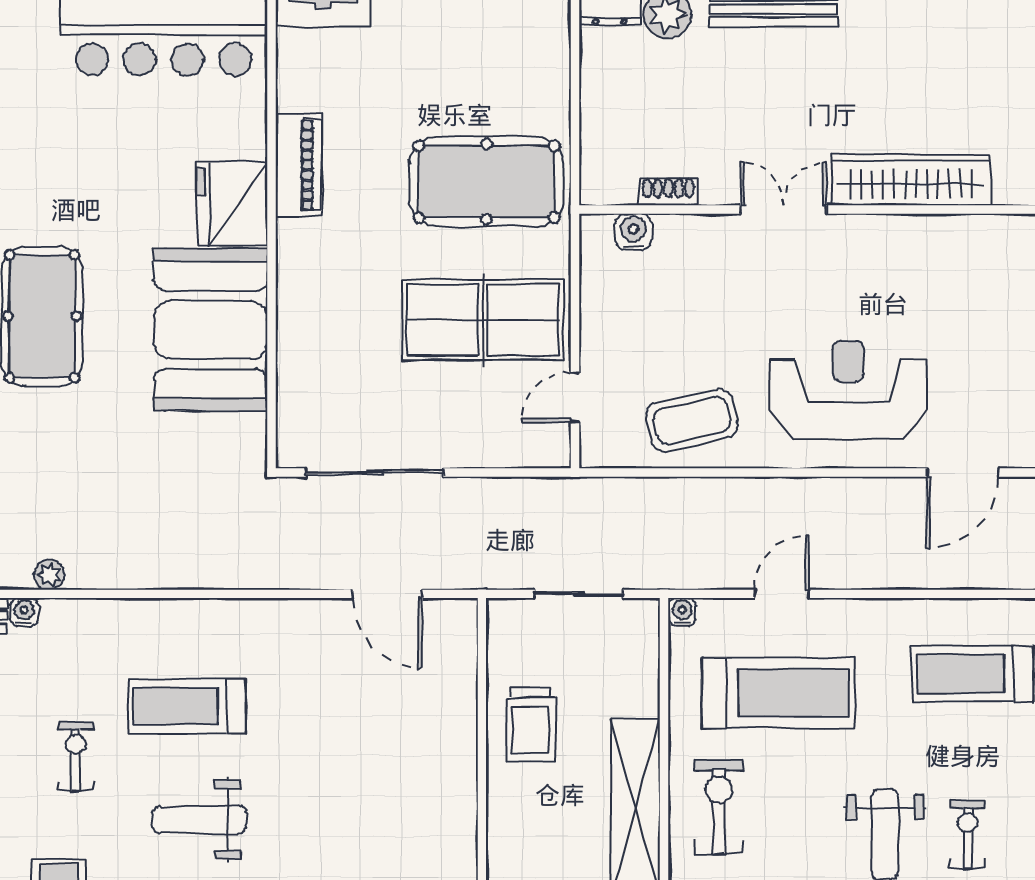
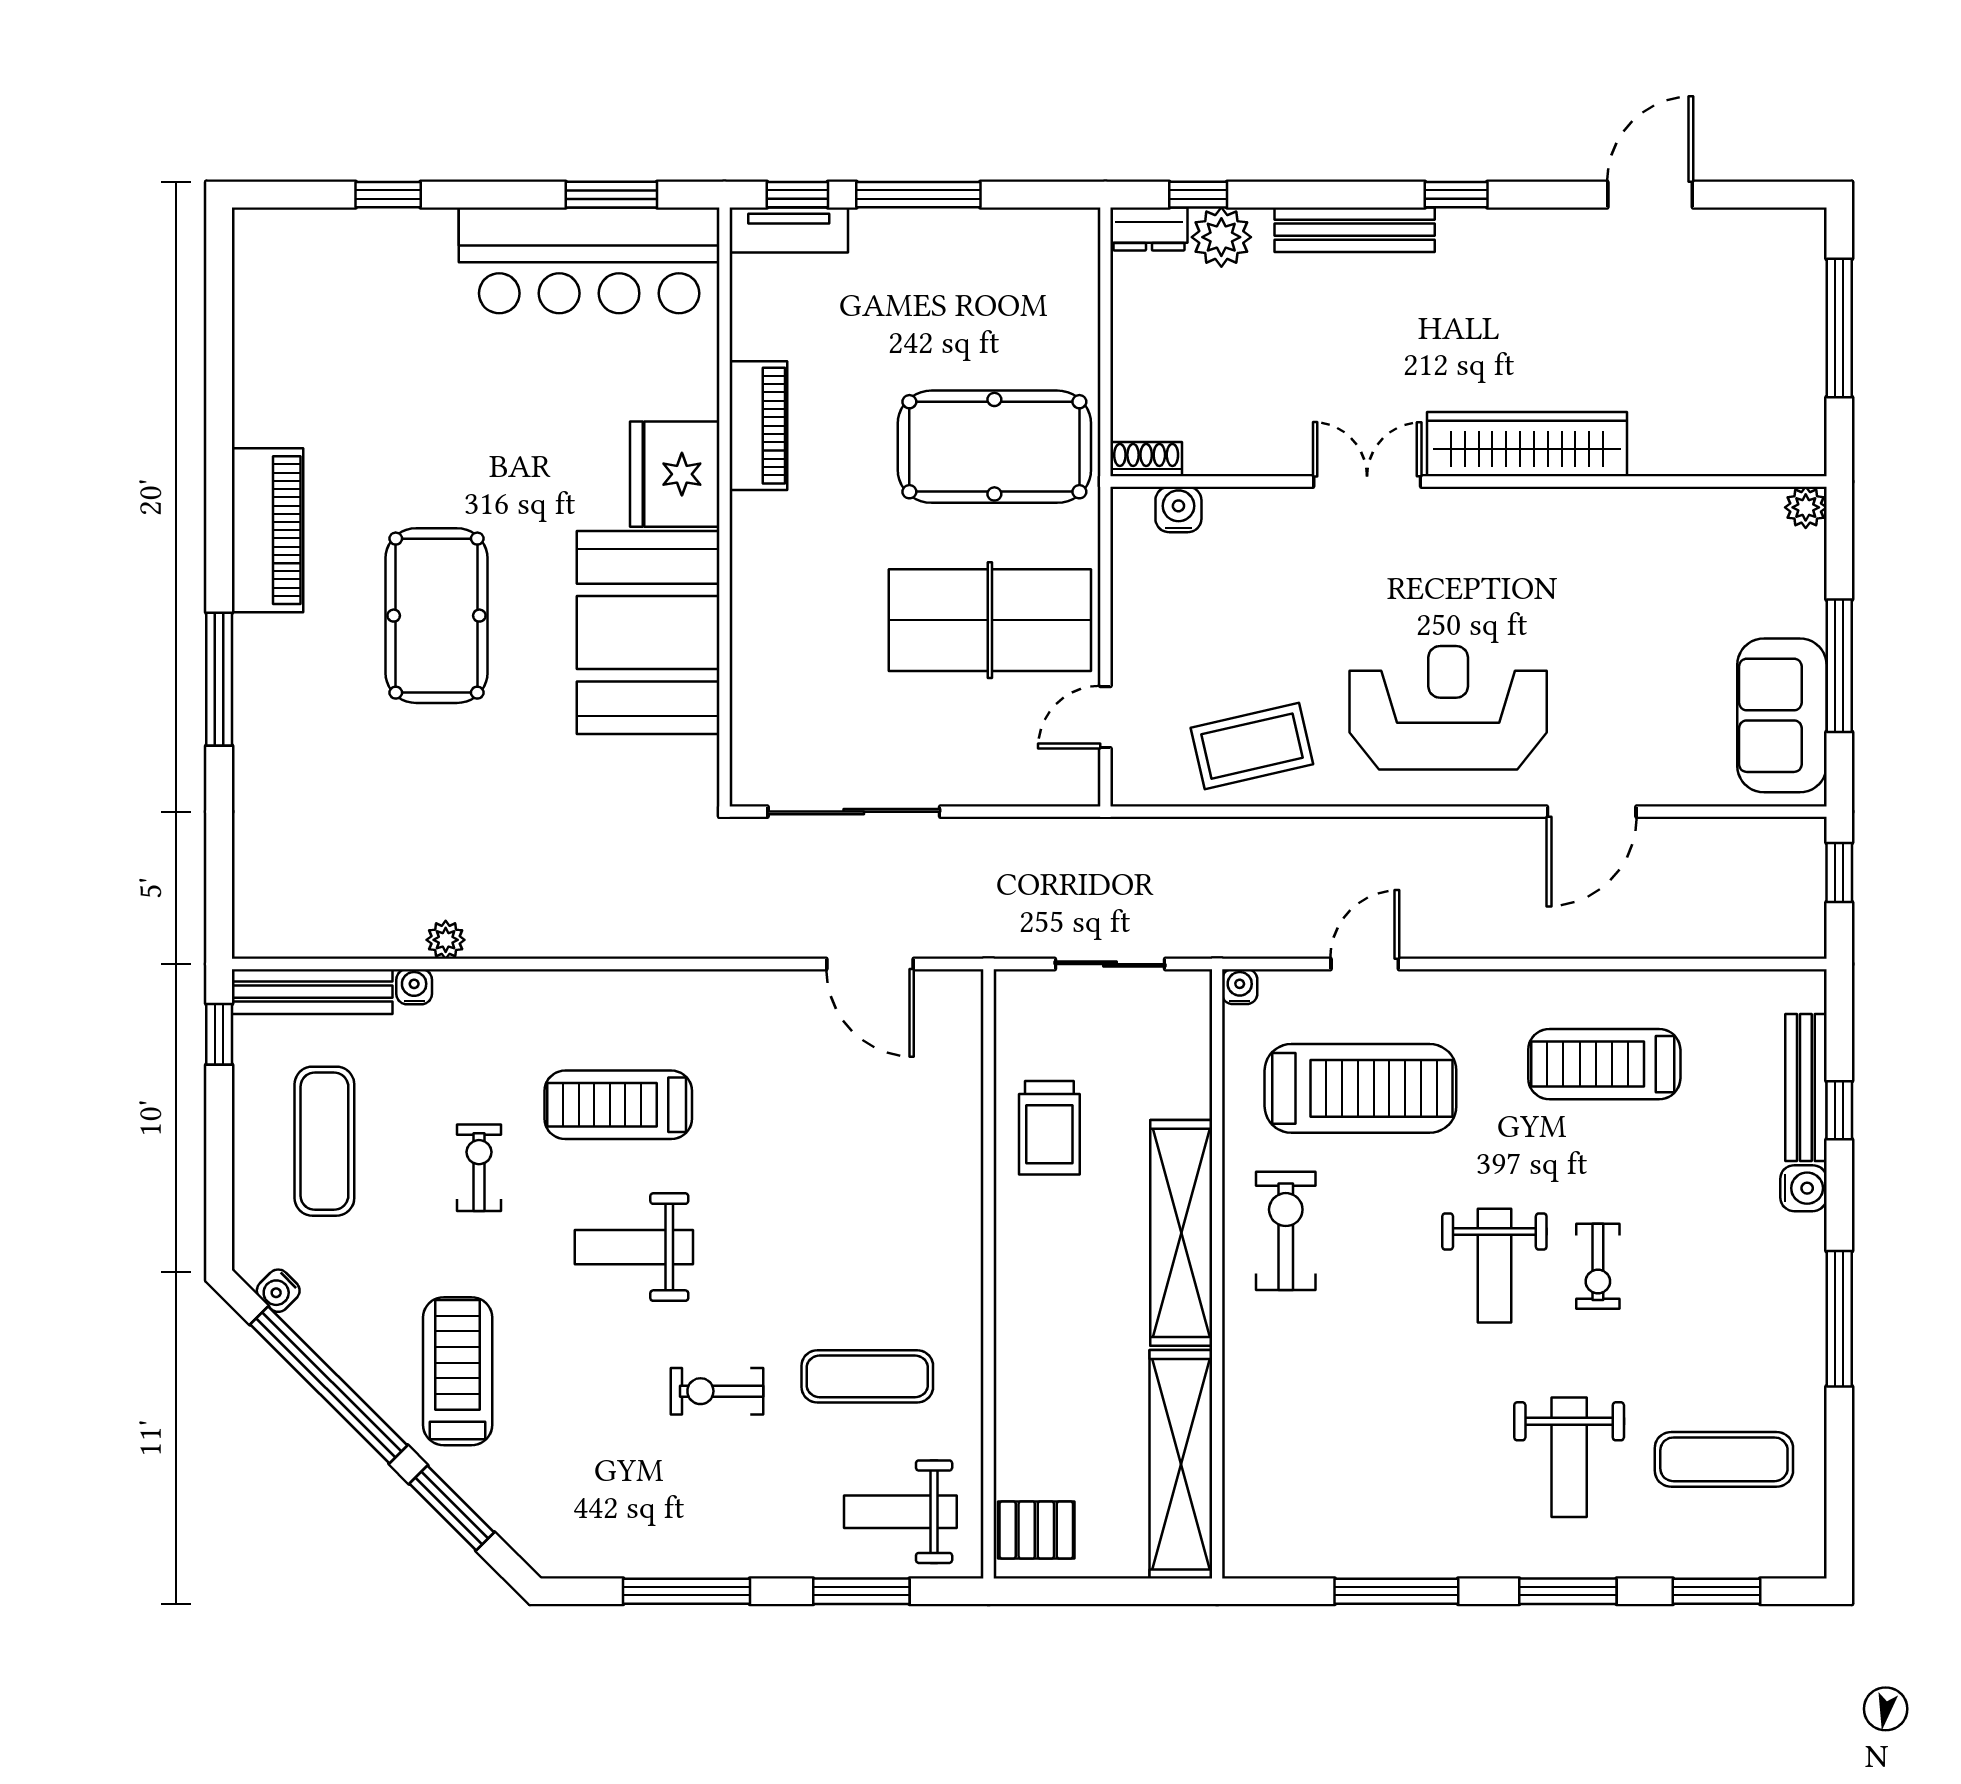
shoe rack: (668, 192) -> (1146, 459), moved
exercise bike: (967, 835) -> (1598, 1266), turned 180

